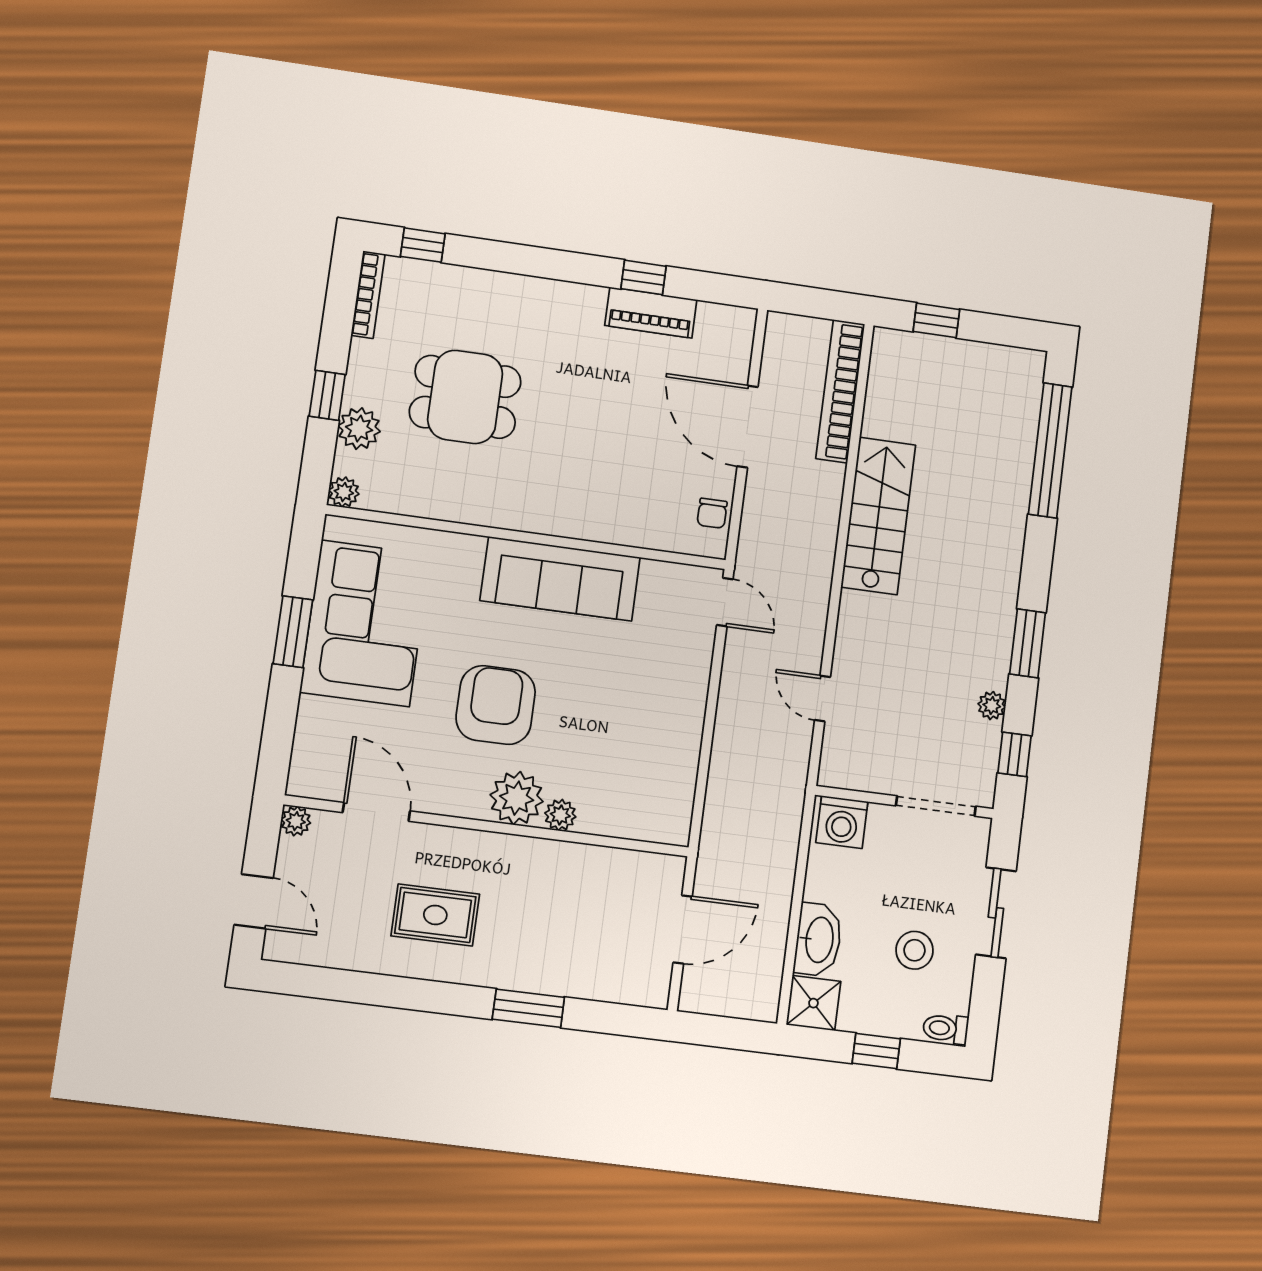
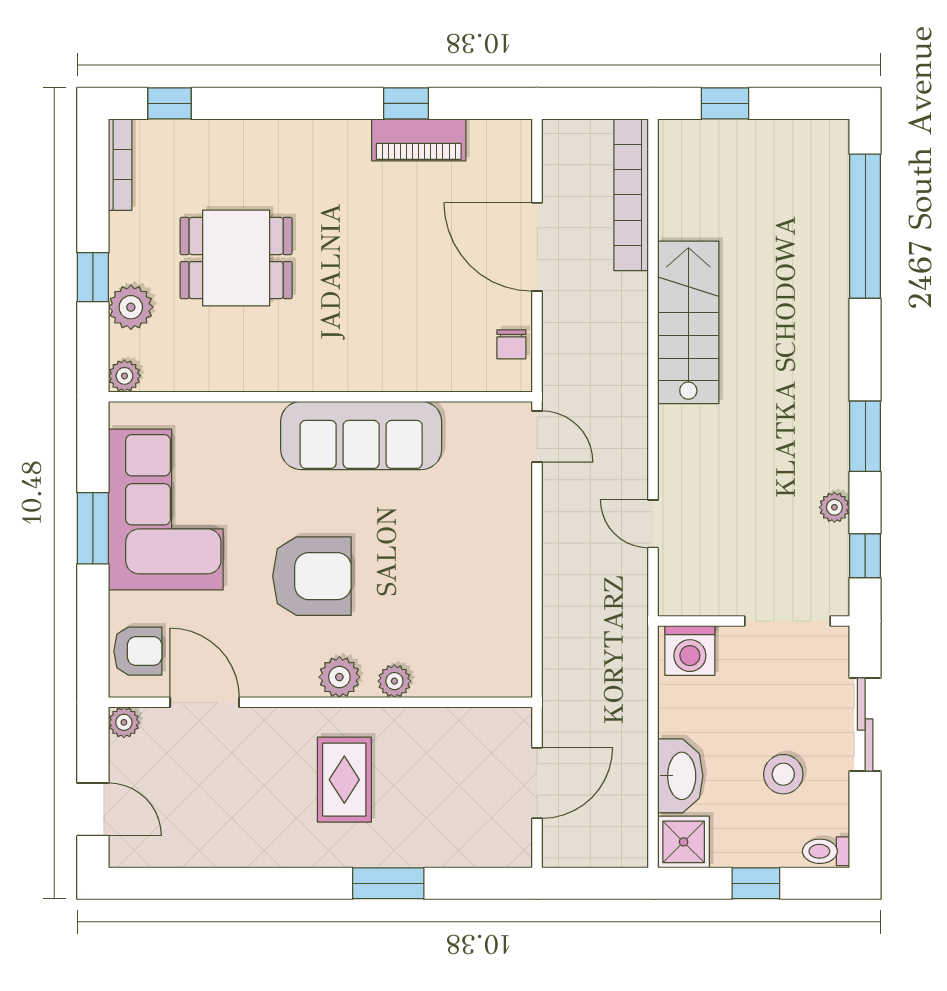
armchair: (496, 705) -> (312, 576), turned 90
armchair: (319, 754) -> (138, 651), added
plant: (517, 798) -> (339, 677), width x0.73, depth x0.73
rug: (435, 915) -> (344, 780), moved, turned 90

